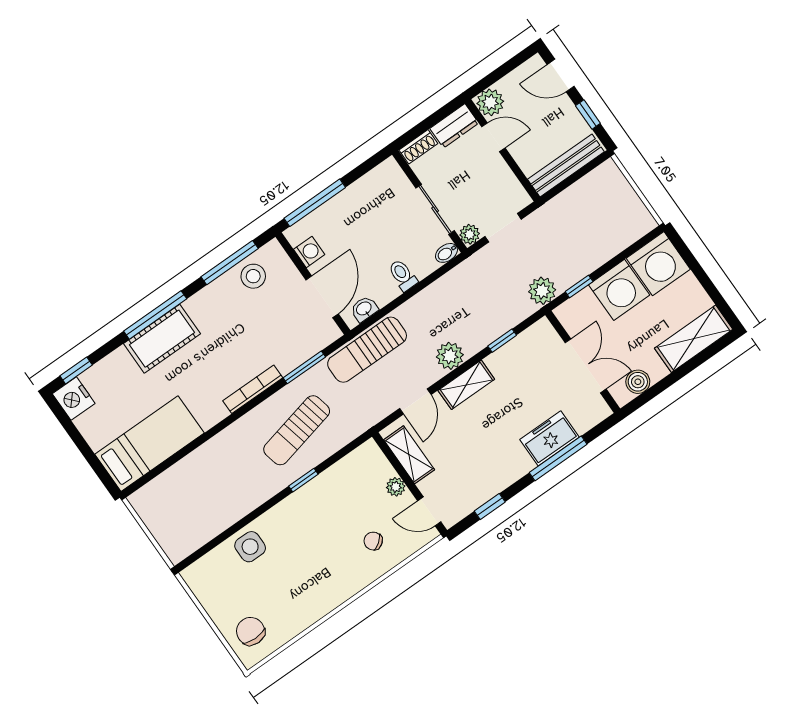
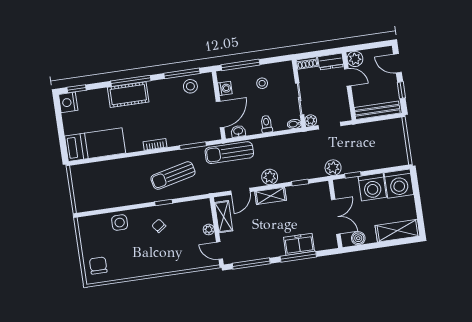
stool: (364, 214) -> (262, 83), added
bookcase: (253, 389) -> (155, 144), width x0.64
window: (490, 506) -> (251, 264), width x2.17
chair: (373, 541) -> (159, 226), moved

